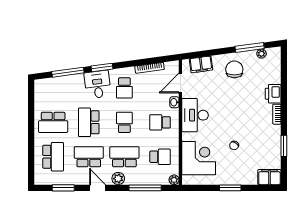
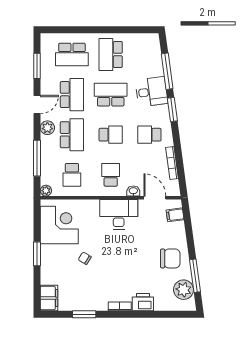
plant: (261, 54) -> (183, 290), width x1.88, depth x1.88
filing cabinet: (201, 64) -> (175, 215), width x0.50
desk: (98, 84) -> (152, 92), moved
corner desk: (199, 158) -> (59, 225), moved, turned -90

